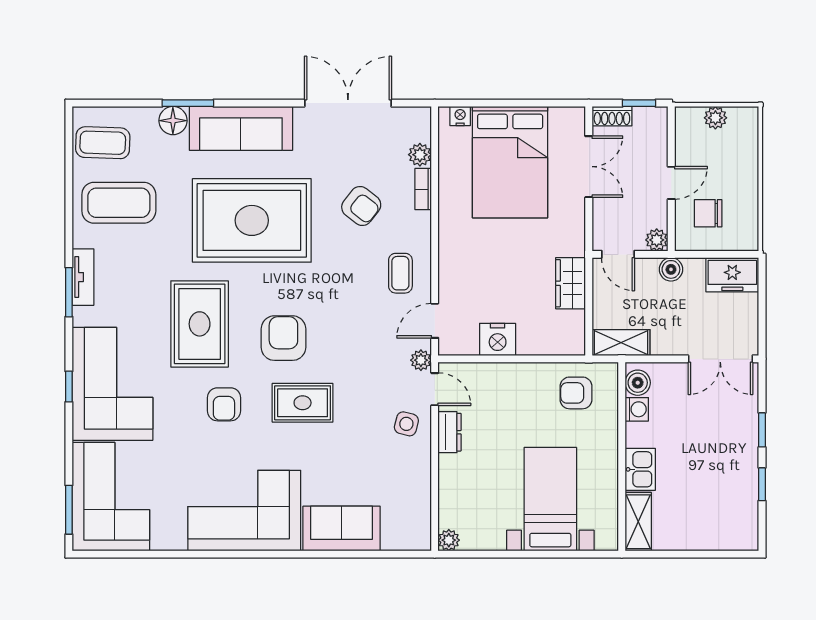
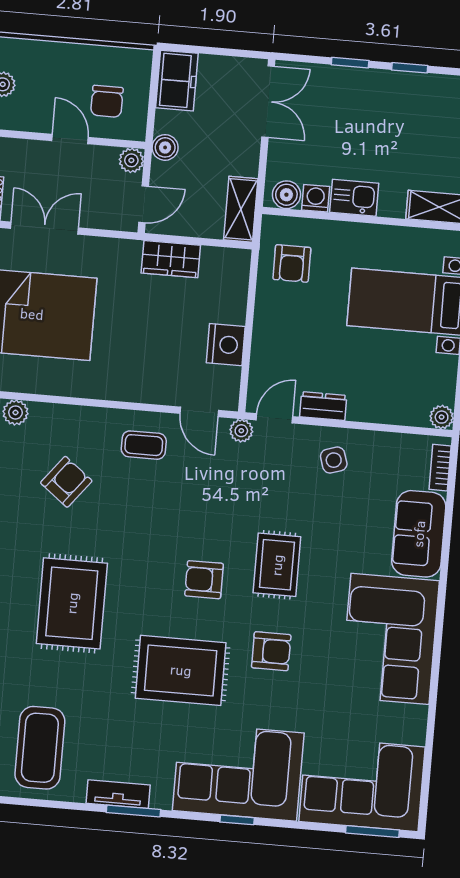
bookcase: (423, 189) -> (440, 468), moved, turned 90
rug: (252, 220) -> (72, 603), width x0.73, depth x0.69
armchair: (283, 338) -> (204, 580), width x0.72, depth x0.72
side table: (406, 424) -> (334, 460), moved, turned -32
kitchen sink: (640, 469) -> (354, 198), moved

